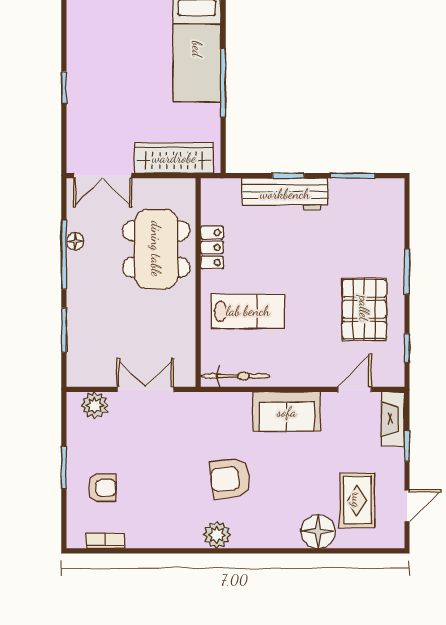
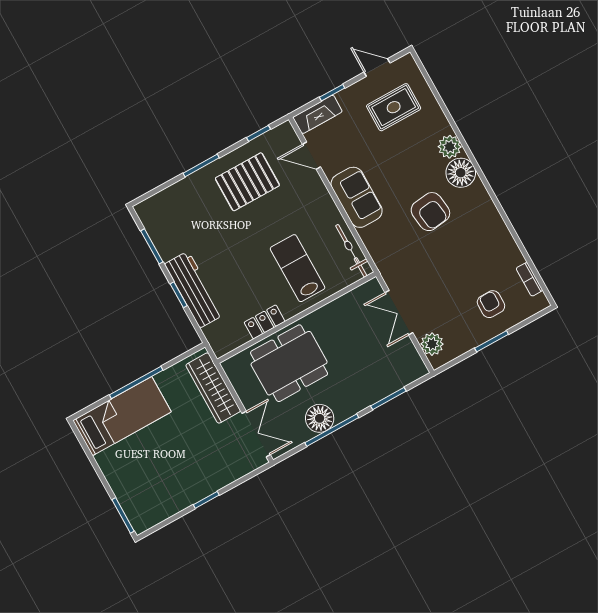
floor lamp: (75, 241) -> (320, 418), width x1.89, depth x1.89
floor lamp: (318, 531) -> (461, 173), moved
plant: (217, 535) -> (450, 147), moved

